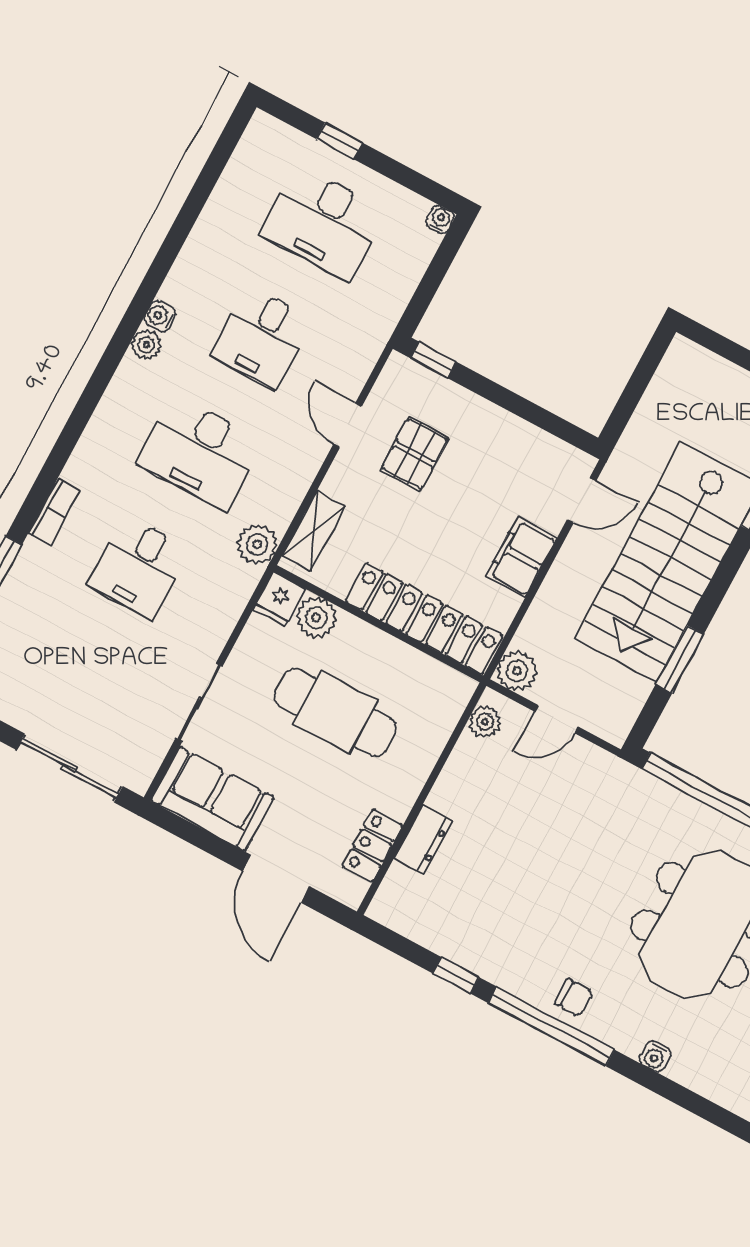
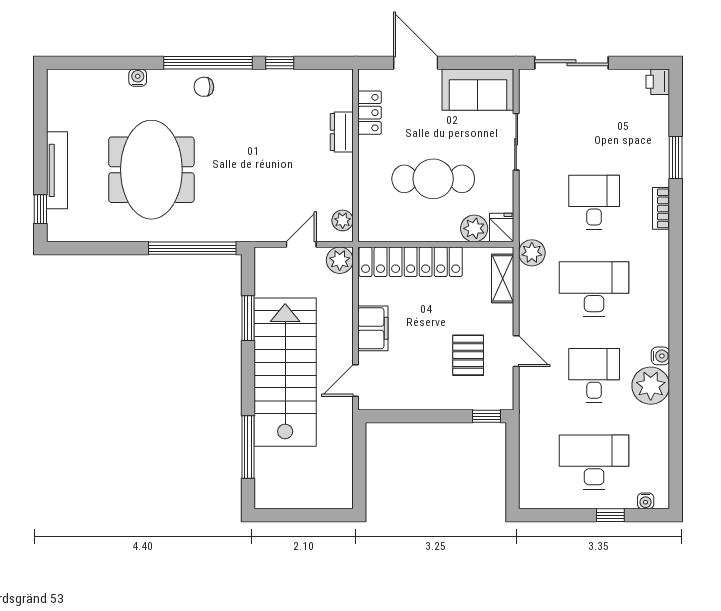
water cooler: (440, 219) -> (646, 501), moved
plant: (146, 345) -> (651, 386), moved, width x1.88, depth x1.88

